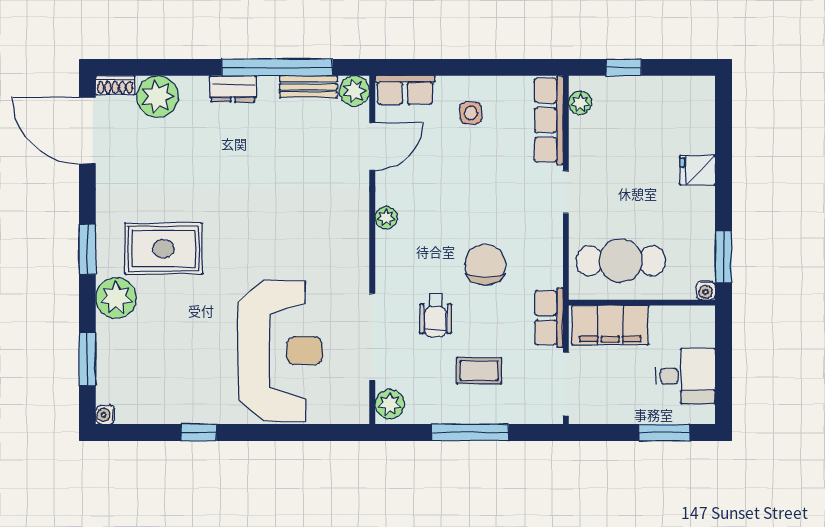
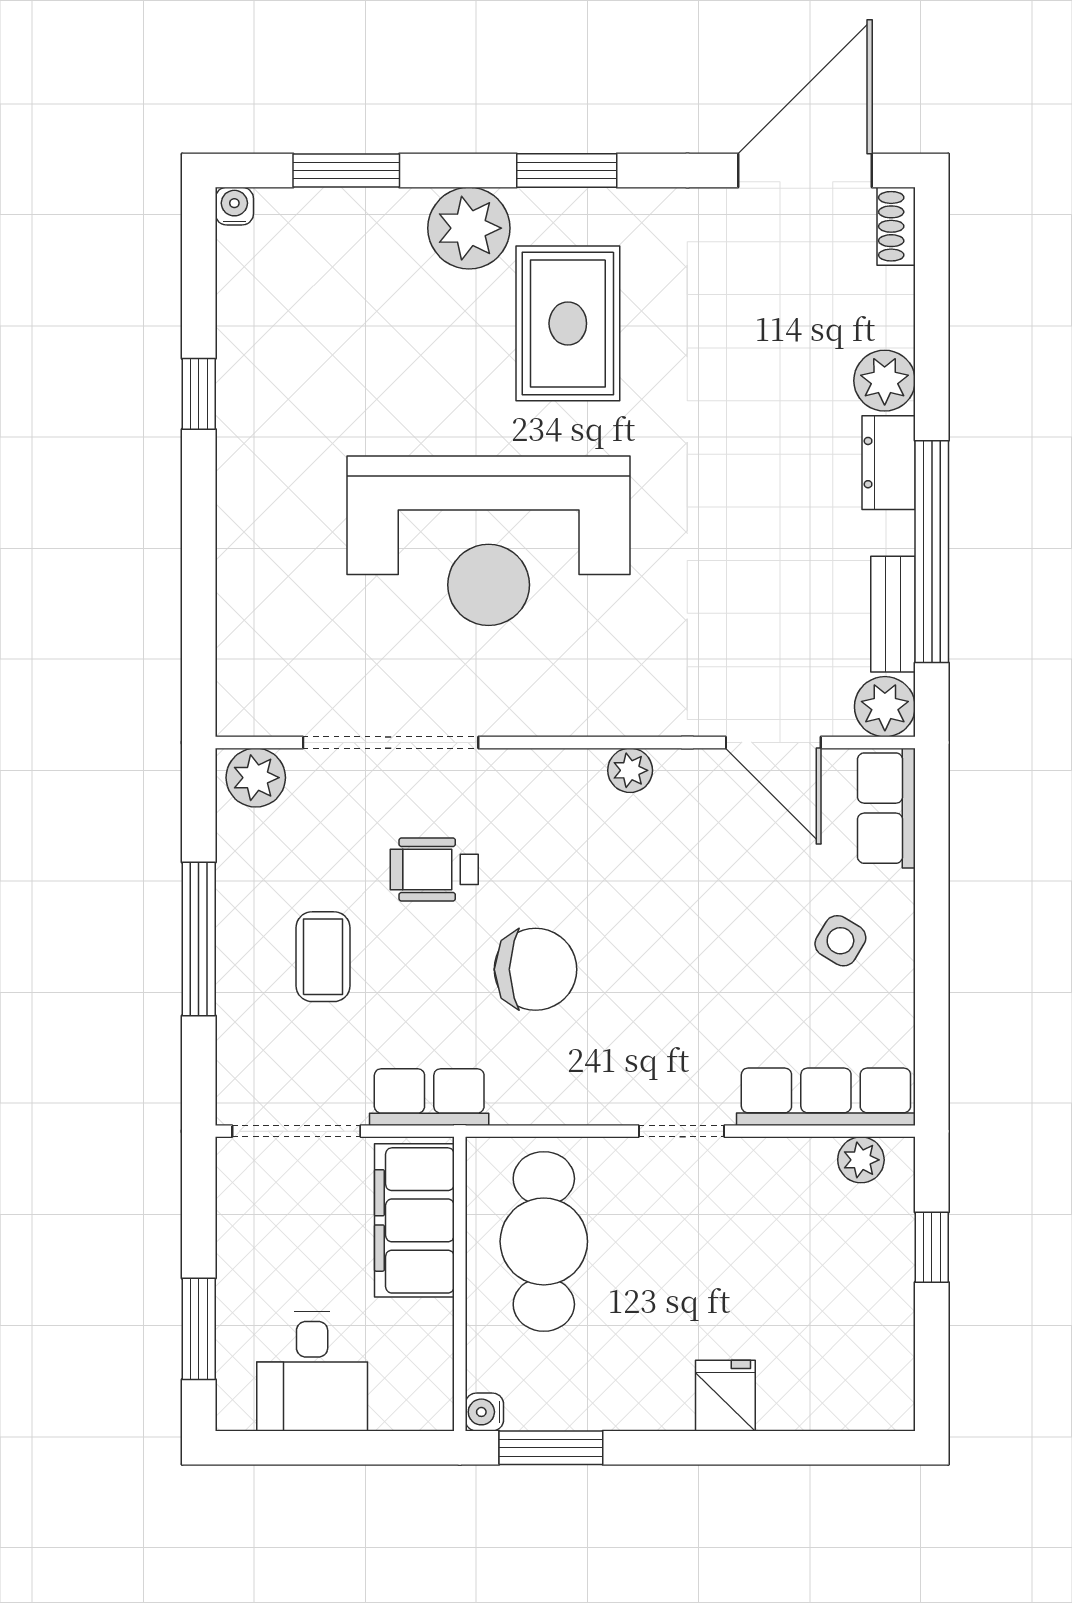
plant: (158, 96) -> (885, 381), moved, width x0.73, depth x0.73
side table: (471, 113) -> (840, 941), turned 31
reception desk: (280, 351) -> (489, 541), moved

